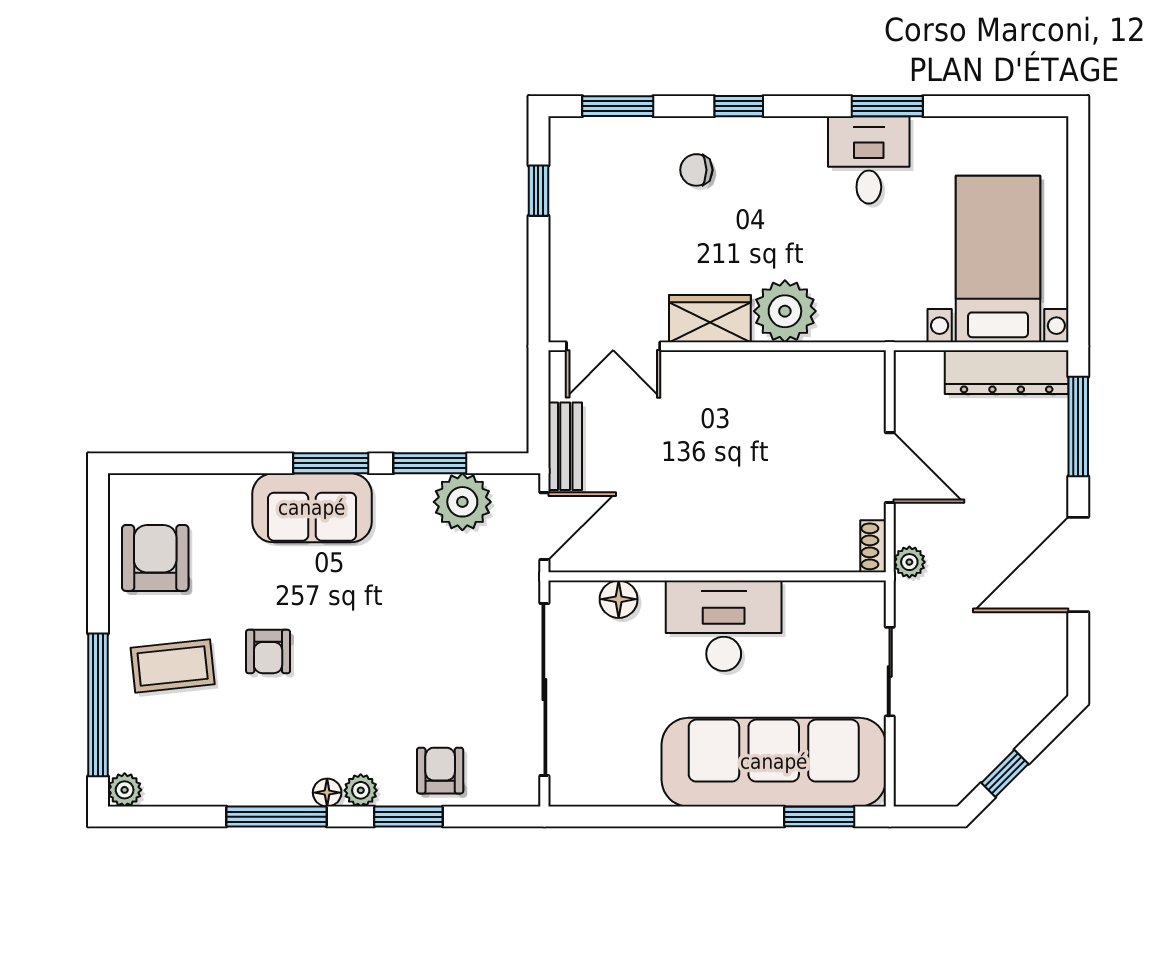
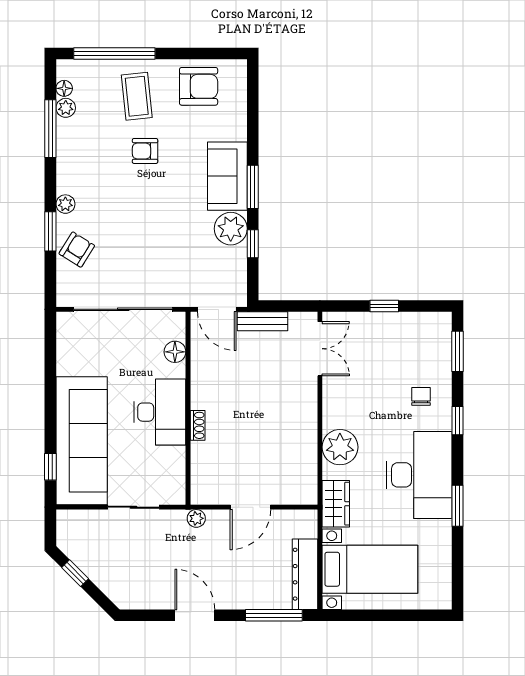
desk: (869, 160) -> (419, 475), width x1.87, depth x1.30
window: (538, 191) -> (384, 306), moved
wardrobe: (710, 319) -> (336, 504), moved
double door: (613, 346) -> (320, 349), swing flipped
window: (430, 463) -> (253, 244), width x0.67
plant: (462, 502) -> (231, 229), moved
shoe rack: (873, 546) -> (198, 425), moved, turned 90
door: (1078, 564) -> (195, 615), width x0.73
armchair: (440, 771) -> (77, 250), turned -58
plant: (125, 790) -> (66, 108), moved
floor lamp: (327, 793) -> (64, 88), moved
window: (277, 817) -> (50, 129), moved
window: (819, 817) -> (50, 467), width x0.67

